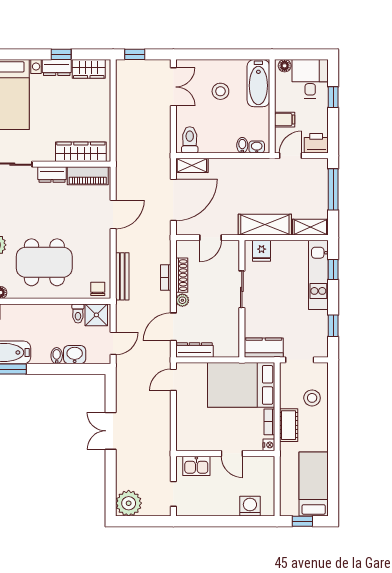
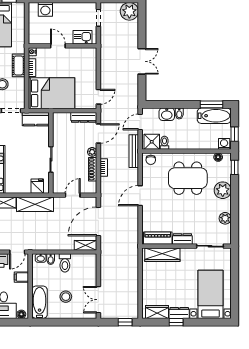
toilet: (190, 140) -> (65, 263), moved
door: (113, 214) -> (140, 196), moved
bench: (122, 276) -> (134, 151), moved

